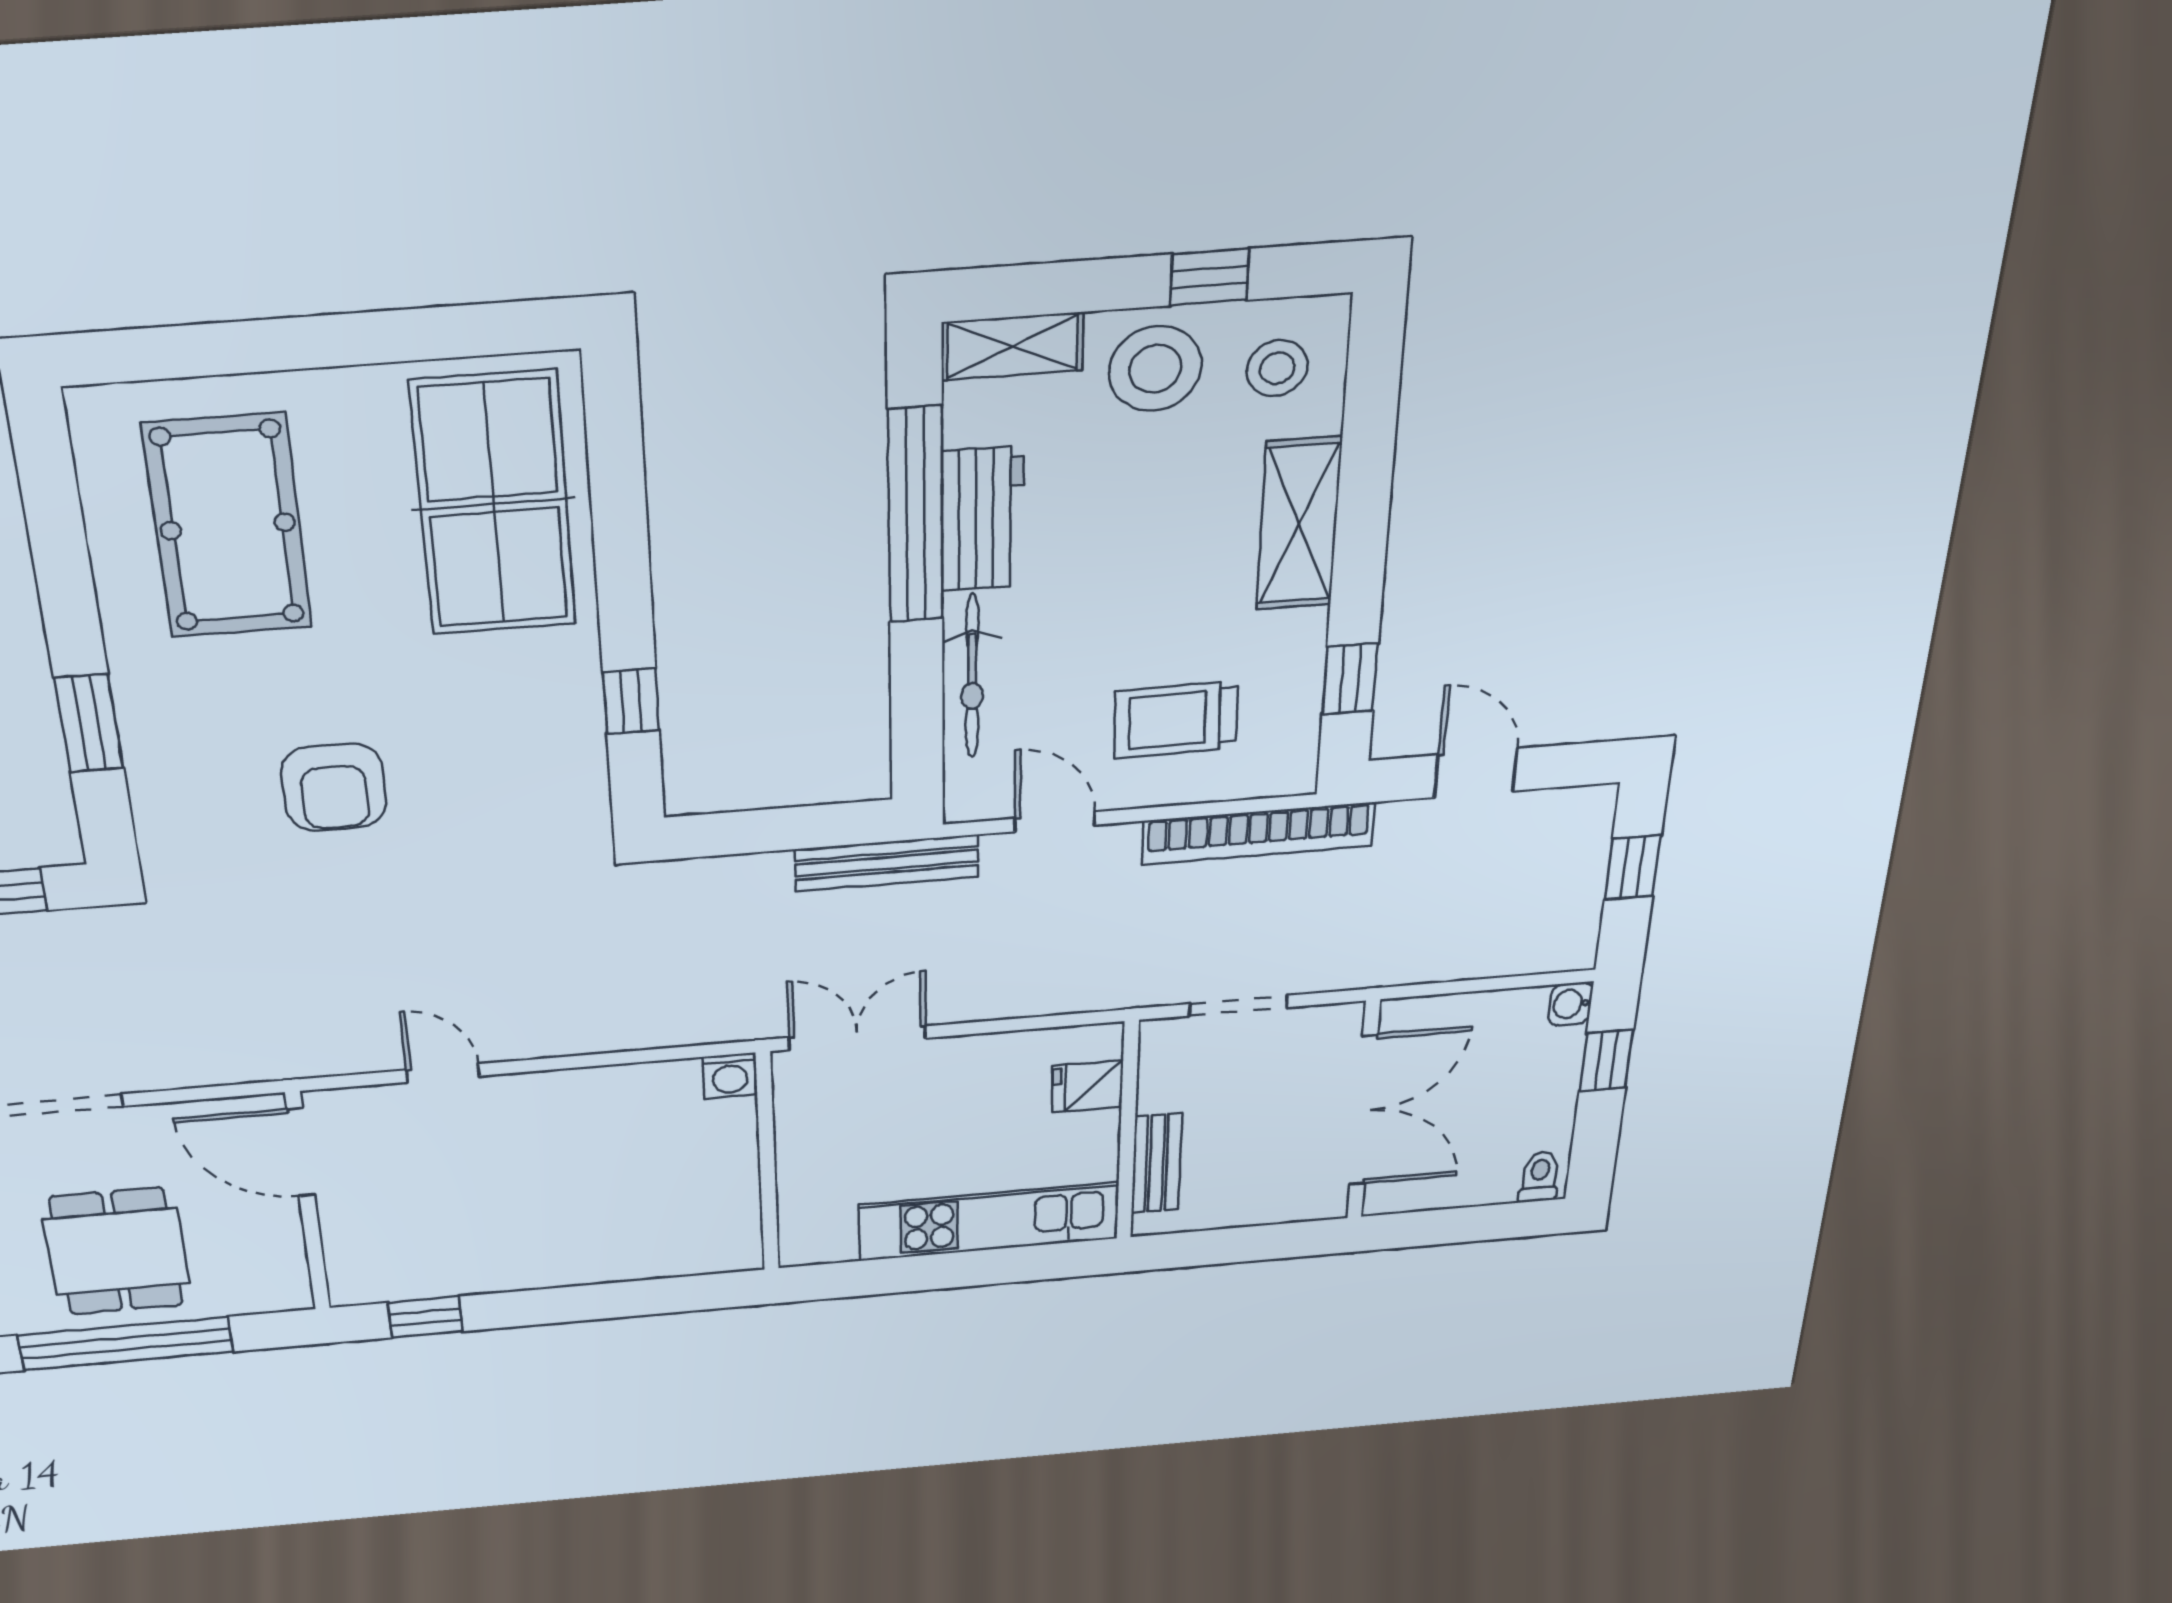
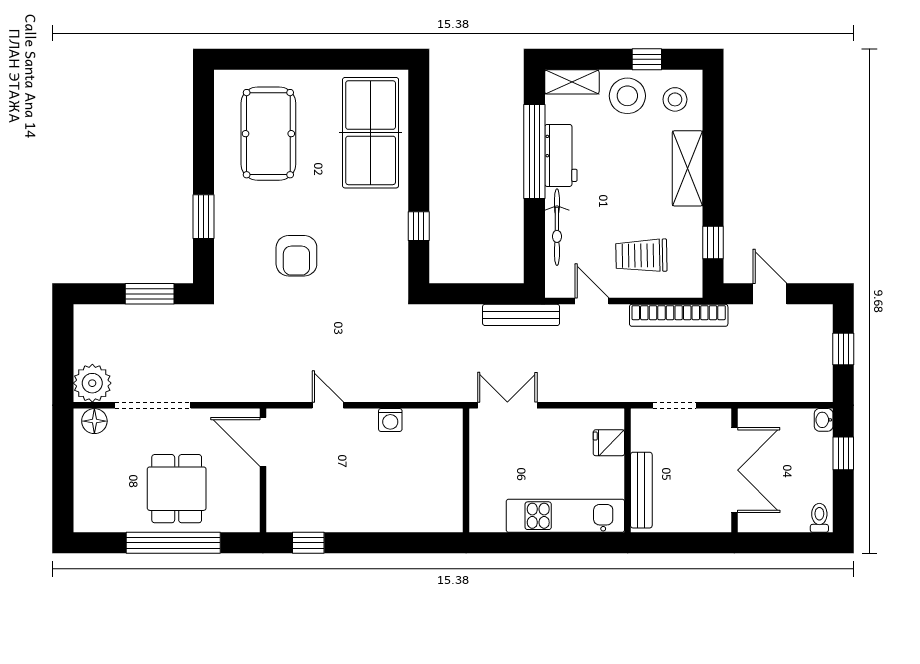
washing machine: (730, 1076) -> (390, 420), moved
bench: (1157, 1163) -> (641, 490), width x1.36

